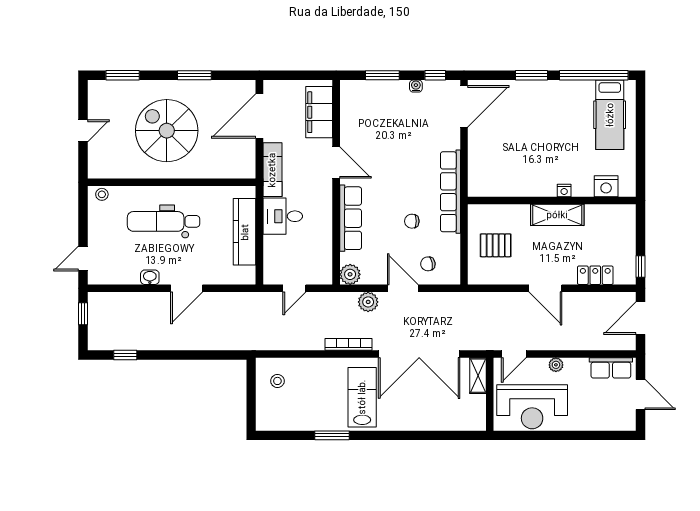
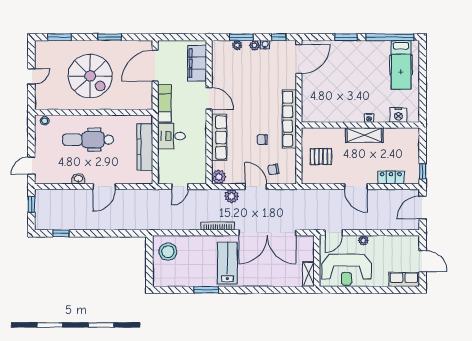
plant: (376, 87) -> (237, 45), added
plant: (401, 87) -> (255, 45), added
spiral stairs: (167, 131) -> (90, 76), turned 180
row of seats: (611, 368) -> (404, 279), moved, turned 180
shelving: (478, 376) -> (309, 274), moved
stool: (277, 381) -> (168, 252), width x1.89, depth x1.89

